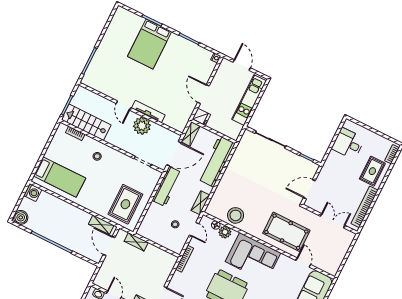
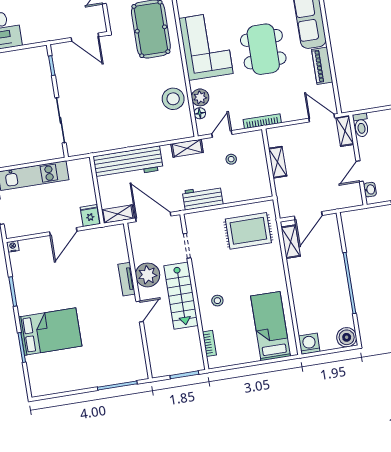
tv unit: (148, 112) -> (127, 279), width x0.71
stairs: (86, 122) -> (181, 296), moved
workbench: (167, 186) -> (203, 198), width x0.73
shelving: (136, 242) -> (278, 162), moved

